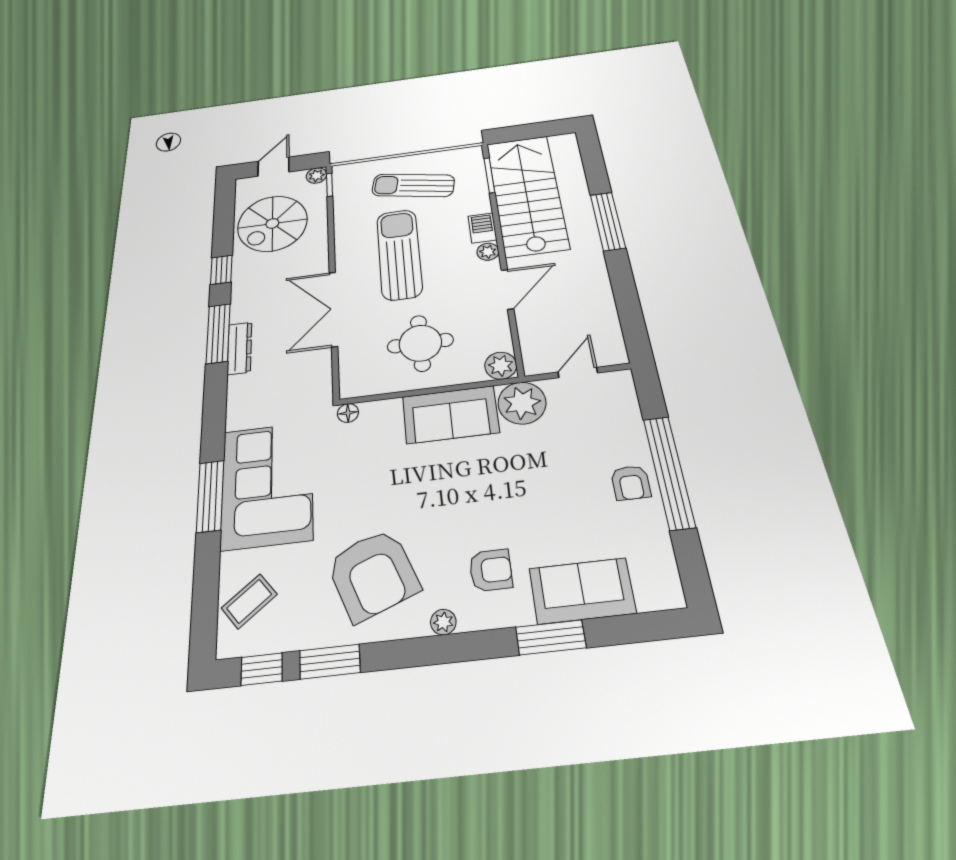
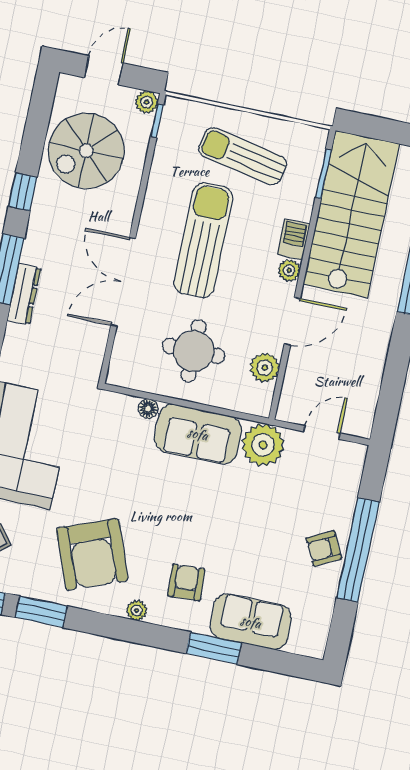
plant: (501, 366) -> (265, 368), moved
floor lamp: (348, 413) -> (148, 409), moved
armchair: (631, 483) -> (324, 548), turned 63
armchair: (491, 570) -> (186, 582), turned -93

